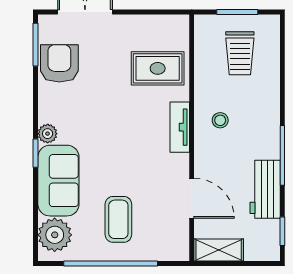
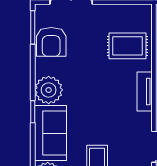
armchair: (59, 63) -> (51, 42), turned 180
plant: (48, 134) -> (49, 90), width x1.88, depth x1.88

